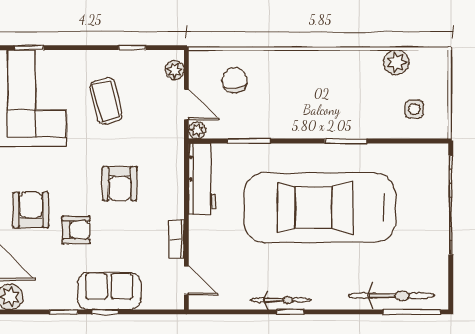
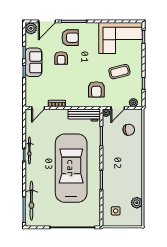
armchair: (120, 184) -> (96, 89), moved, turned -90
sofa: (109, 291) -> (33, 62), moved

